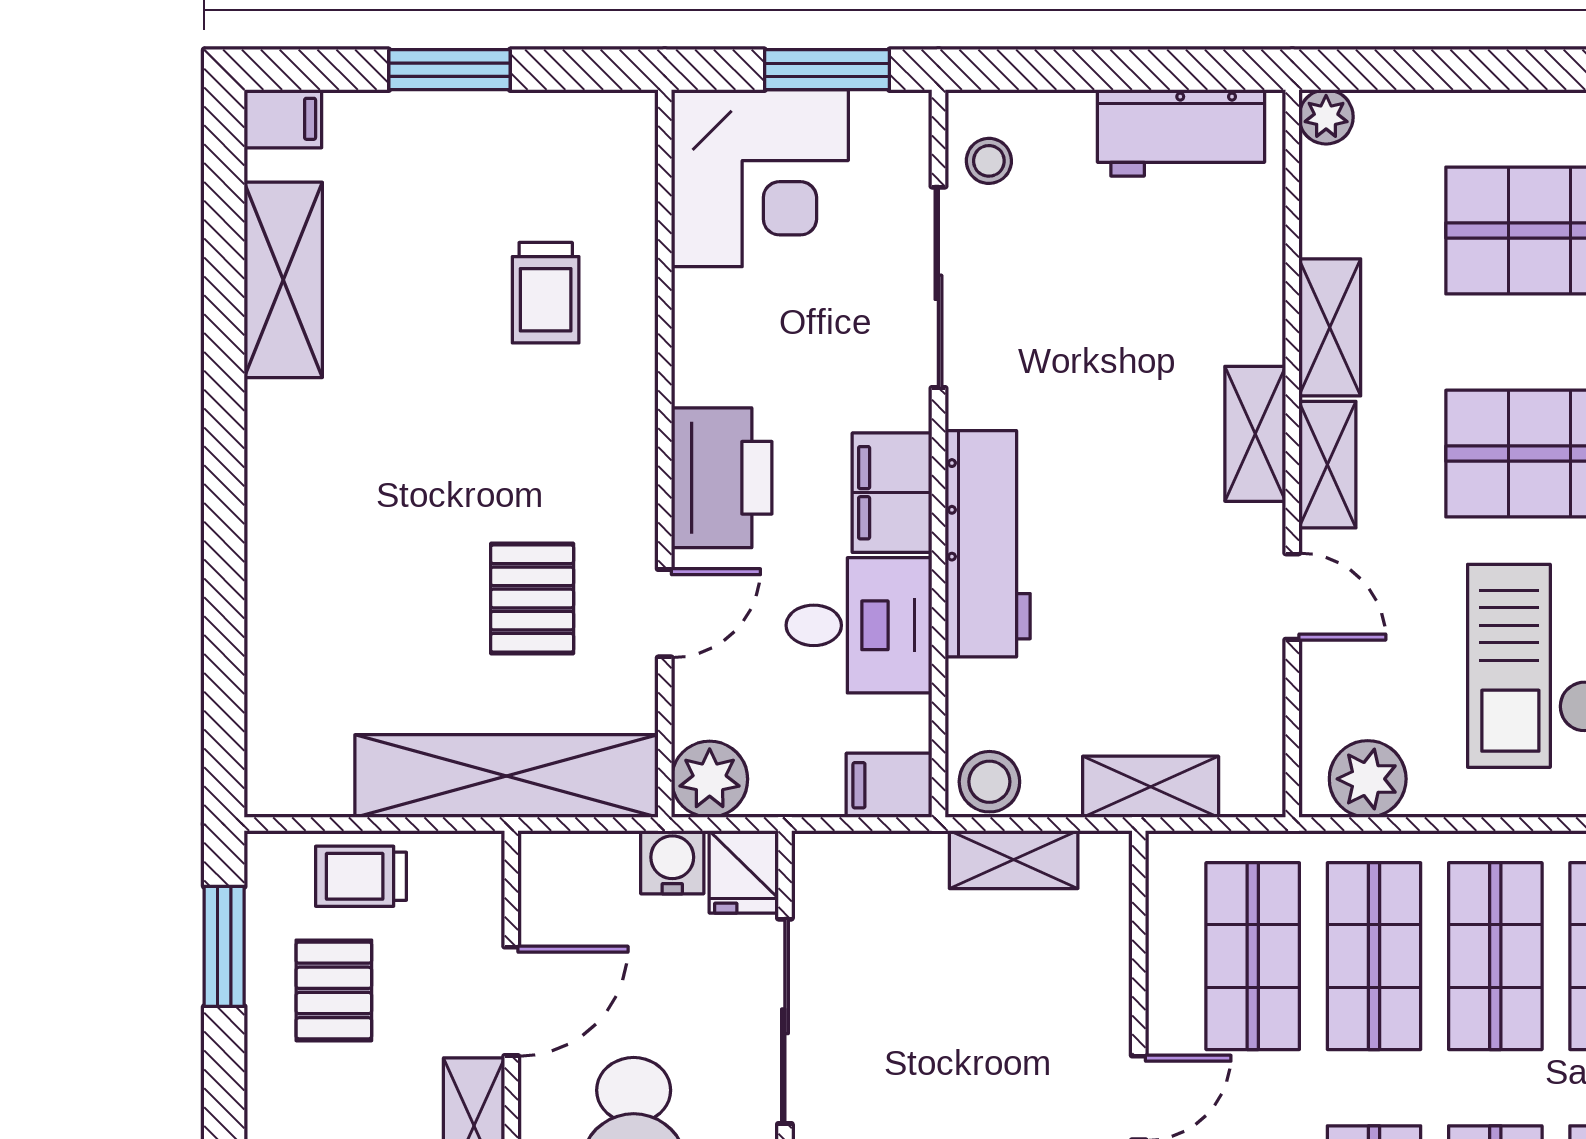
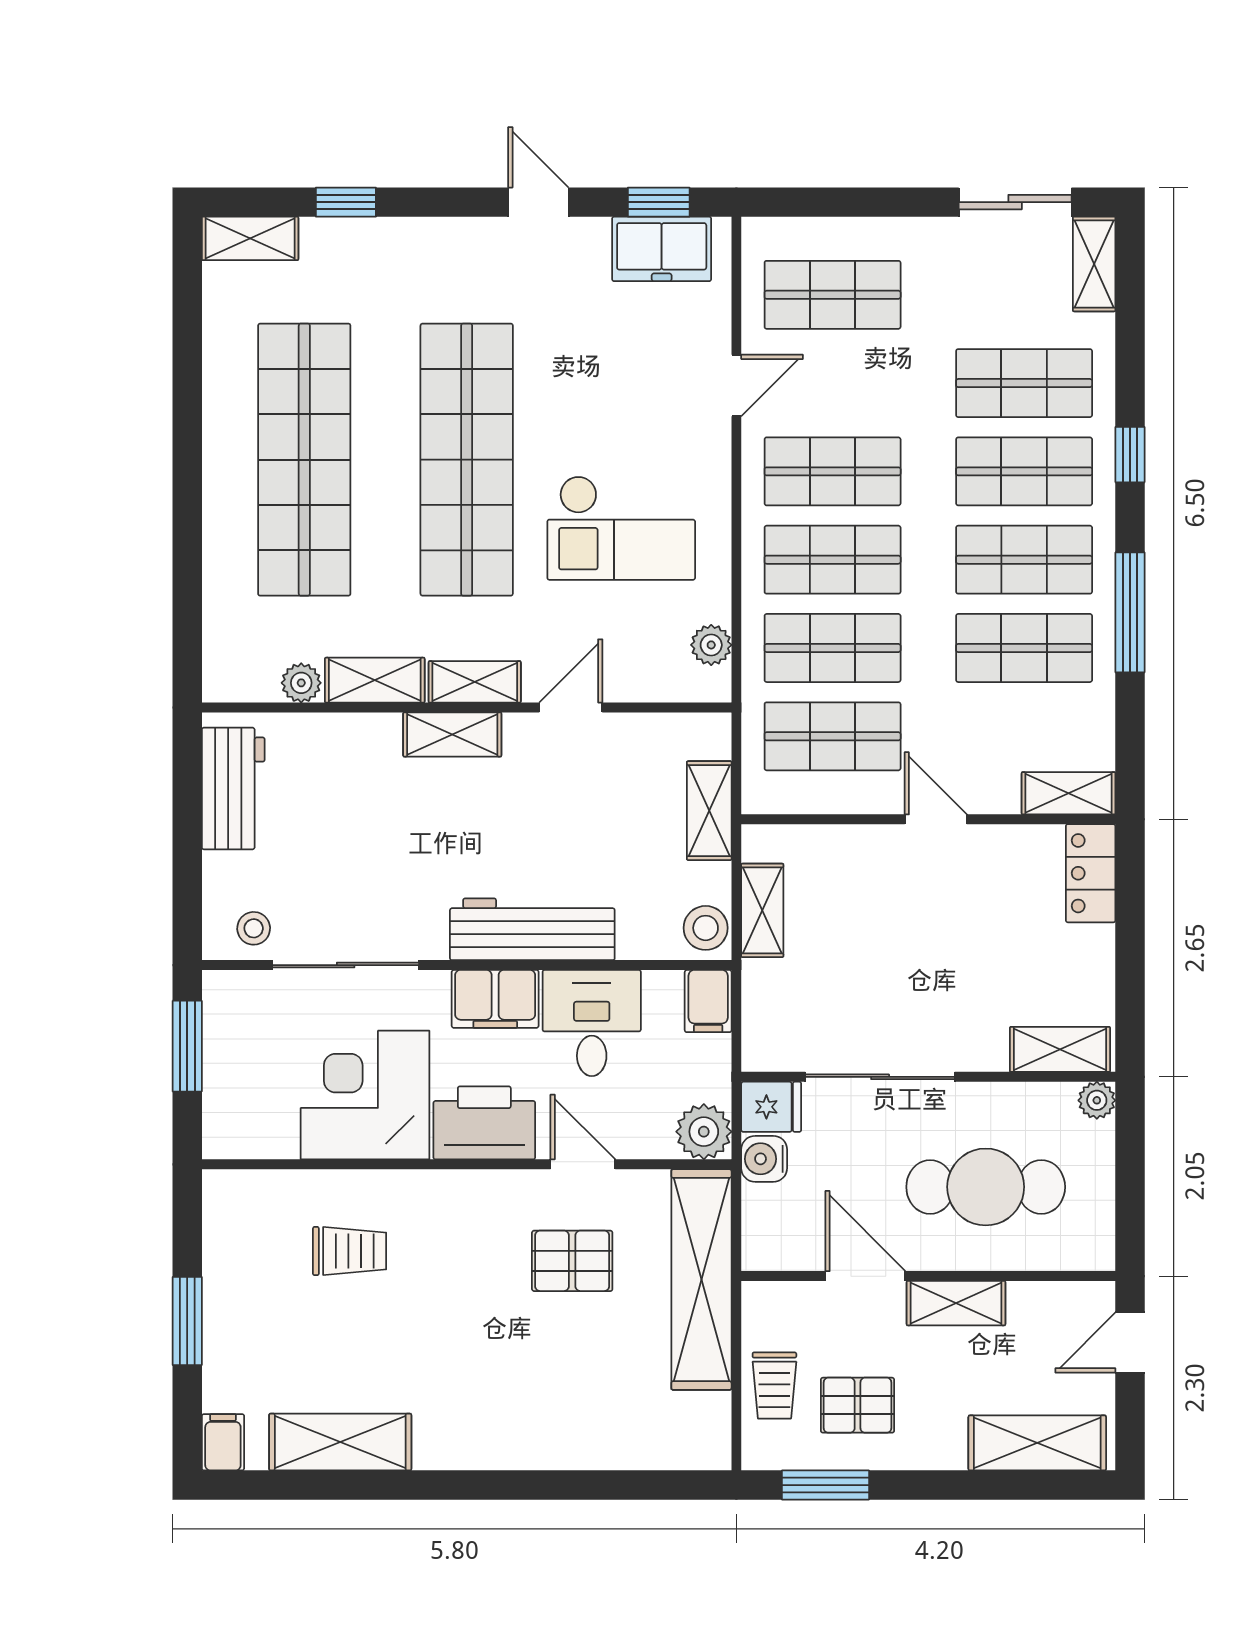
plant: (1326, 117) -> (301, 683), moved
corner desk: (760, 178) -> (365, 1095), moved, turned -90
plant: (1368, 779) -> (711, 645), width x0.73, depth x0.73

